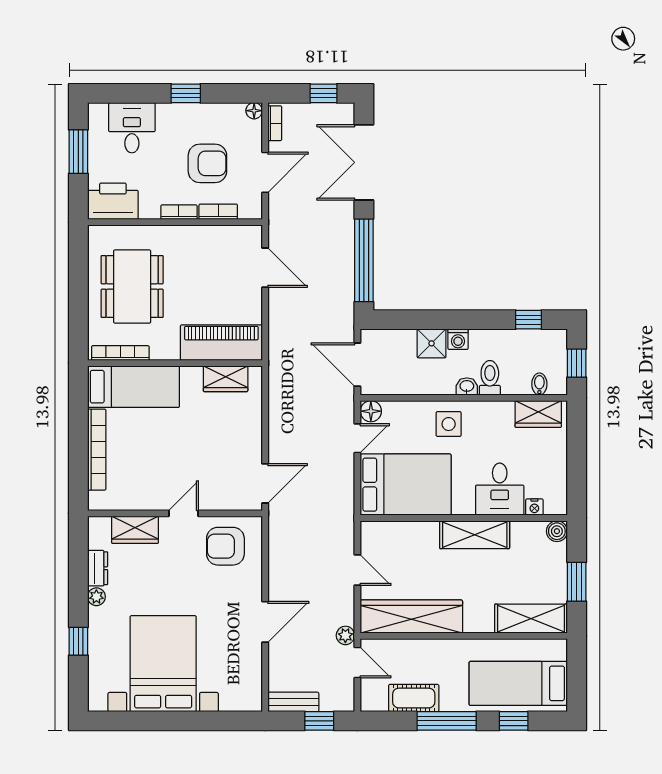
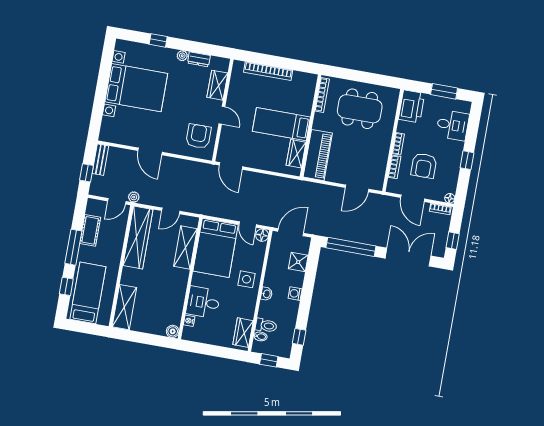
shower: (432, 343) -> (298, 262), moved
toilet: (490, 378) -> (266, 326), moved
bed: (134, 387) -> (281, 124), moved, turned 90
shelving: (475, 535) -> (185, 248), moved
window: (577, 582) -> (141, 338), removed

